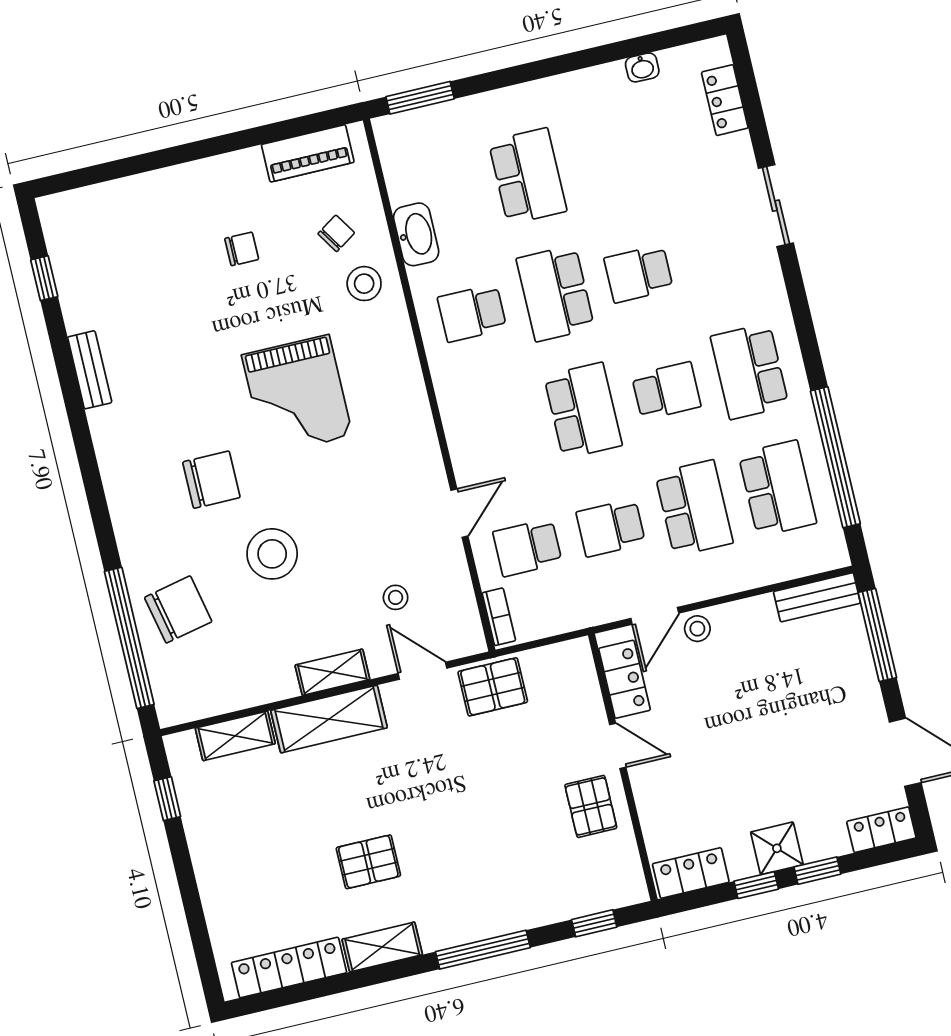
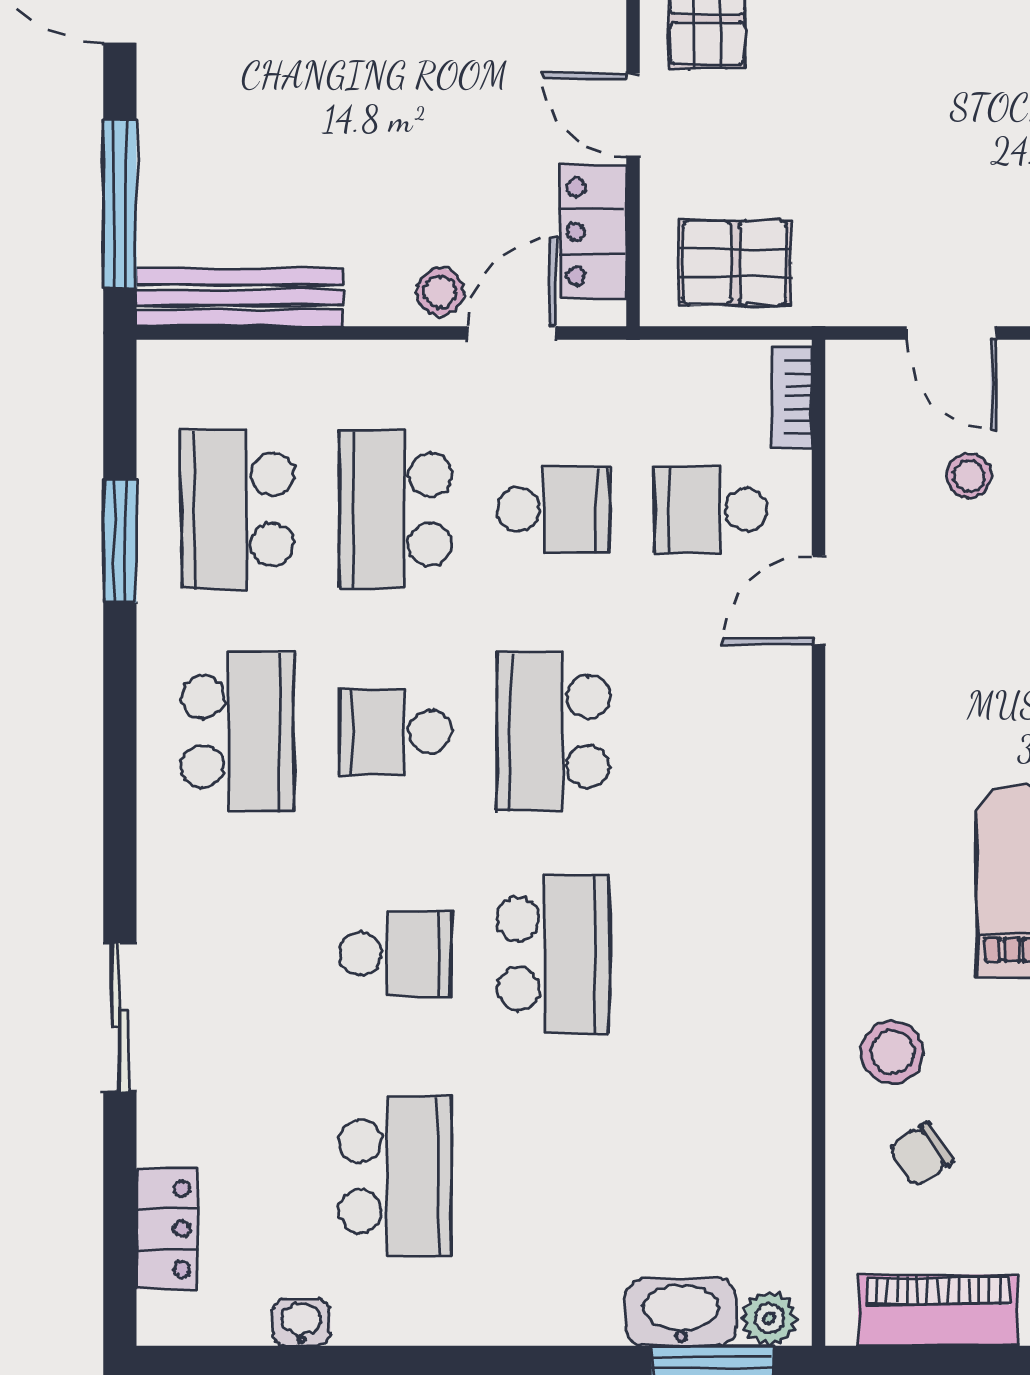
plant: (396, 128) -> (769, 1319), added
school desk: (528, 176) -> (395, 1176), moved, turned 180
washbasin: (416, 234) -> (681, 1312), moved, turned 90
school desk: (472, 313) -> (711, 954), removed
window: (835, 457) -> (120, 541), width x0.47
school desk: (527, 547) -> (711, 510), turned 180
bench: (817, 597) -> (240, 297), width x1.36
pallet: (493, 687) -> (735, 263), moved

